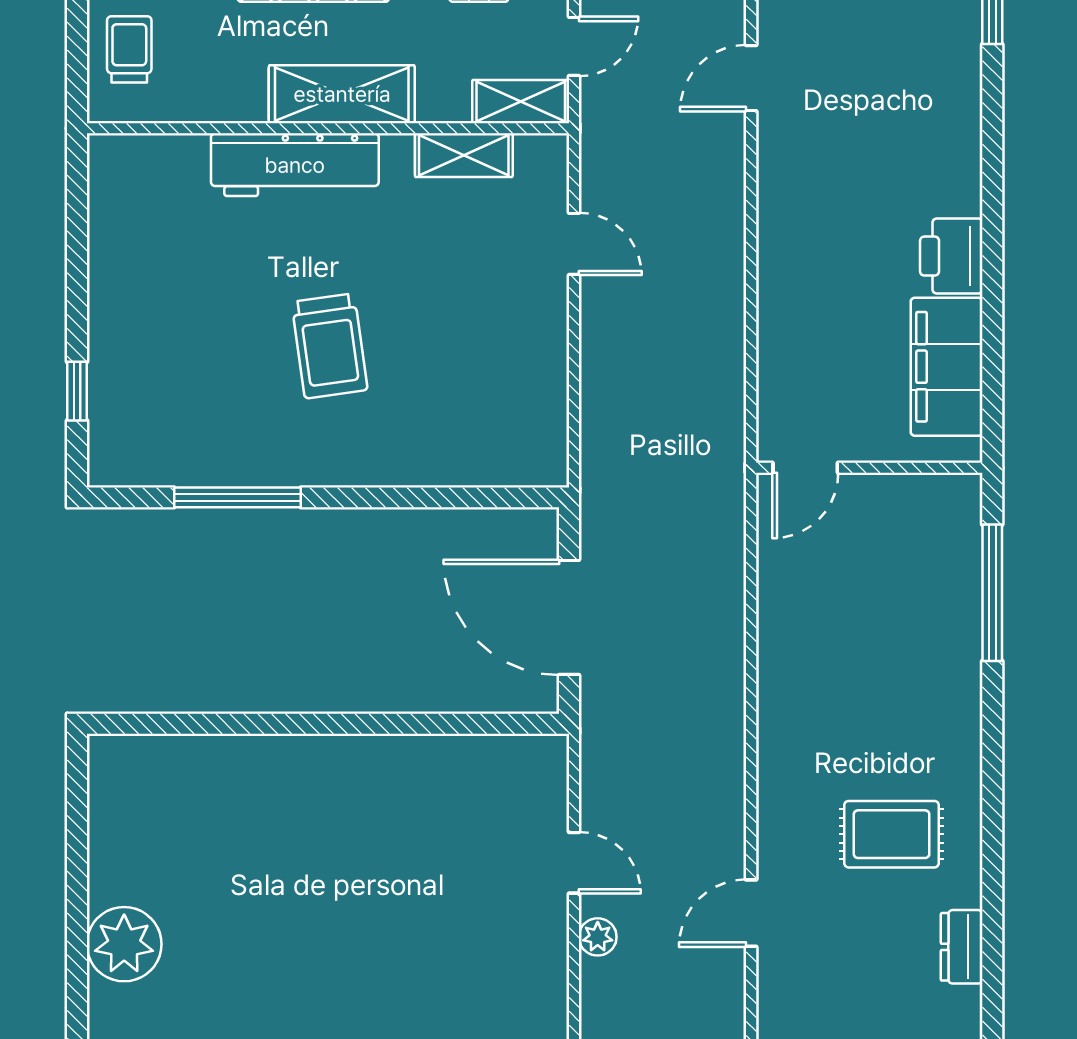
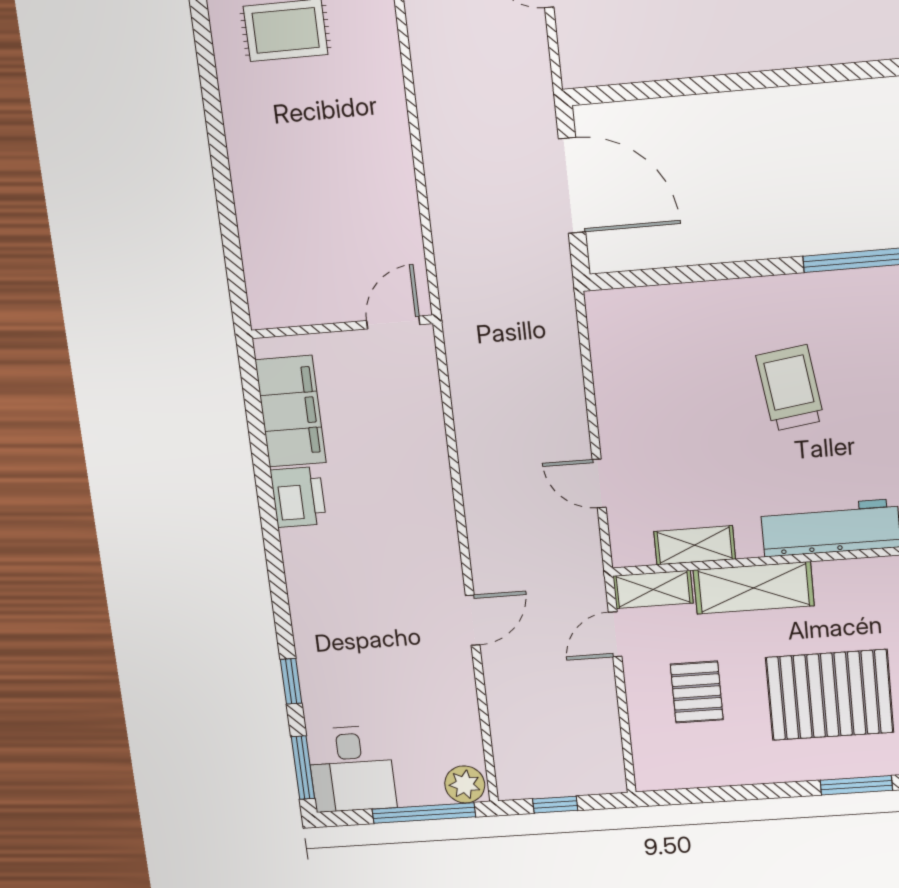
shelving: (342, 94) -> (754, 588), moved
window: (992, 593) -> (230, 236), removed

